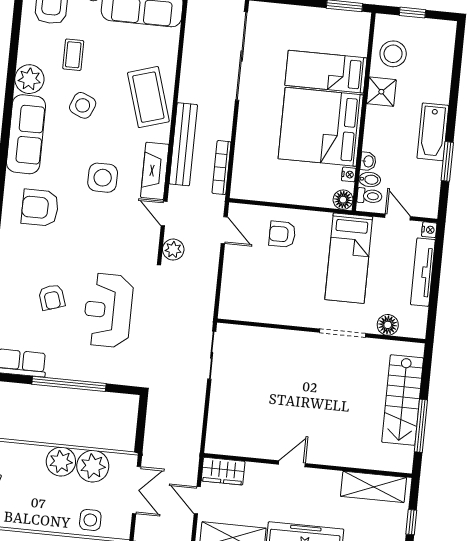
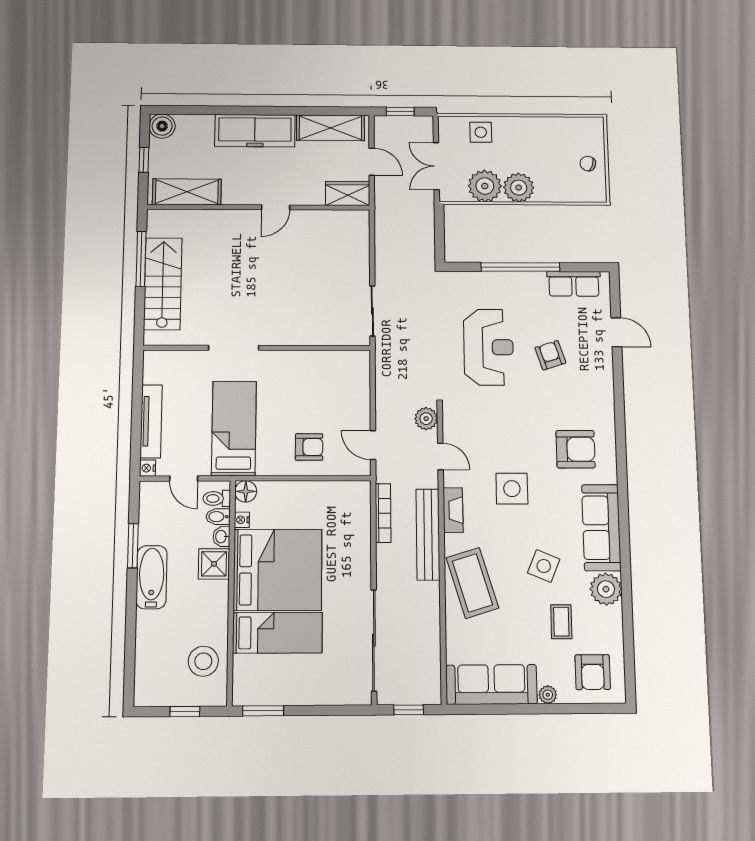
shower: (381, 92) -> (214, 564), moved
fireplace: (155, 171) -> (453, 510), width x0.73, depth x0.76
floor lamp: (388, 325) -> (185, 361), removed

